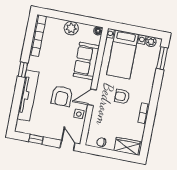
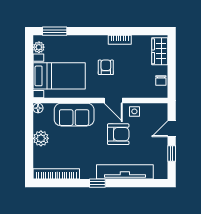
armchair: (122, 97) -> (106, 67), turned 180
door: (68, 145) -> (172, 129), moved

